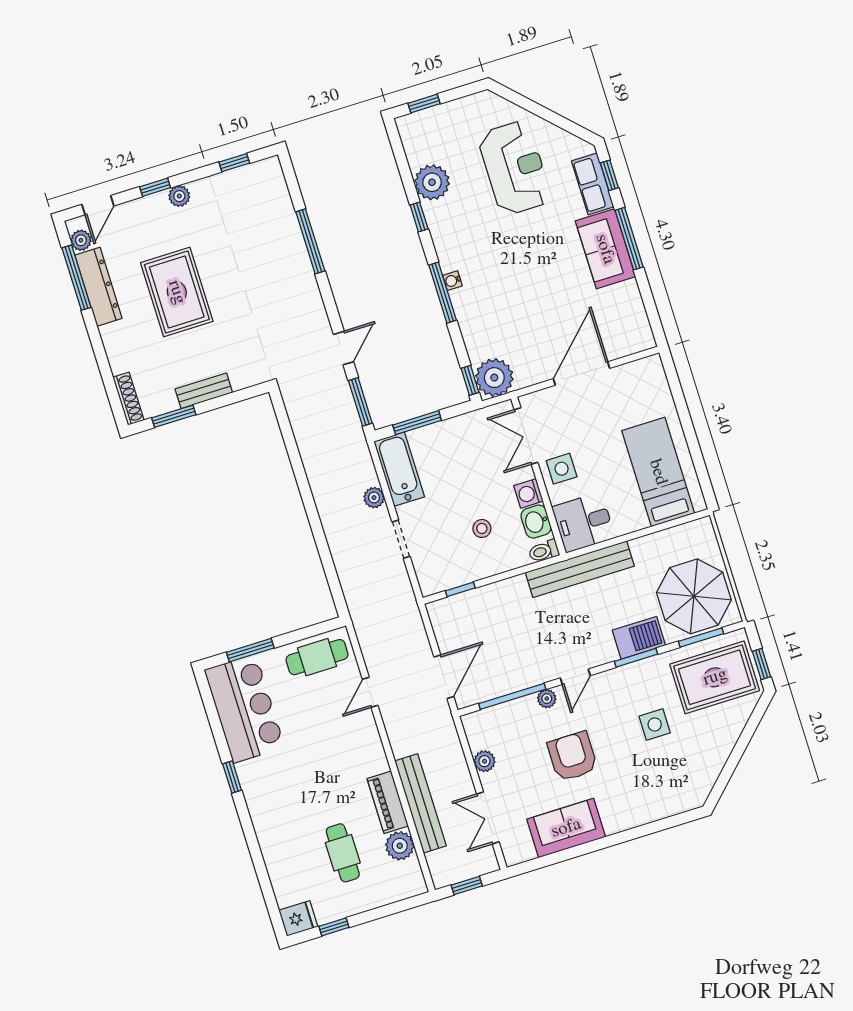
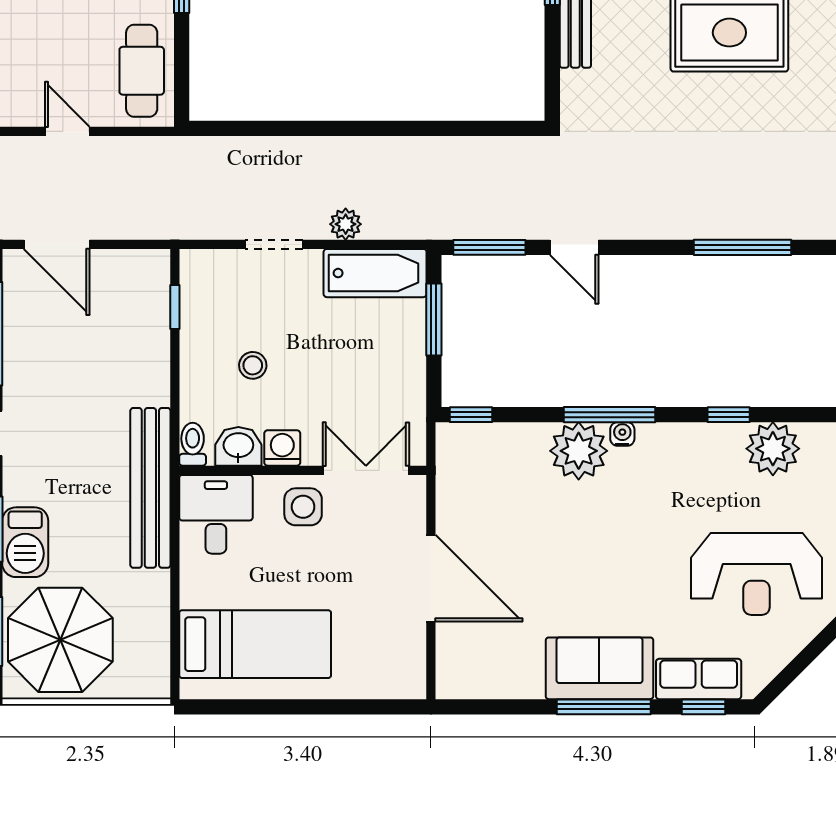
plant: (494, 378) -> (579, 451), moved

